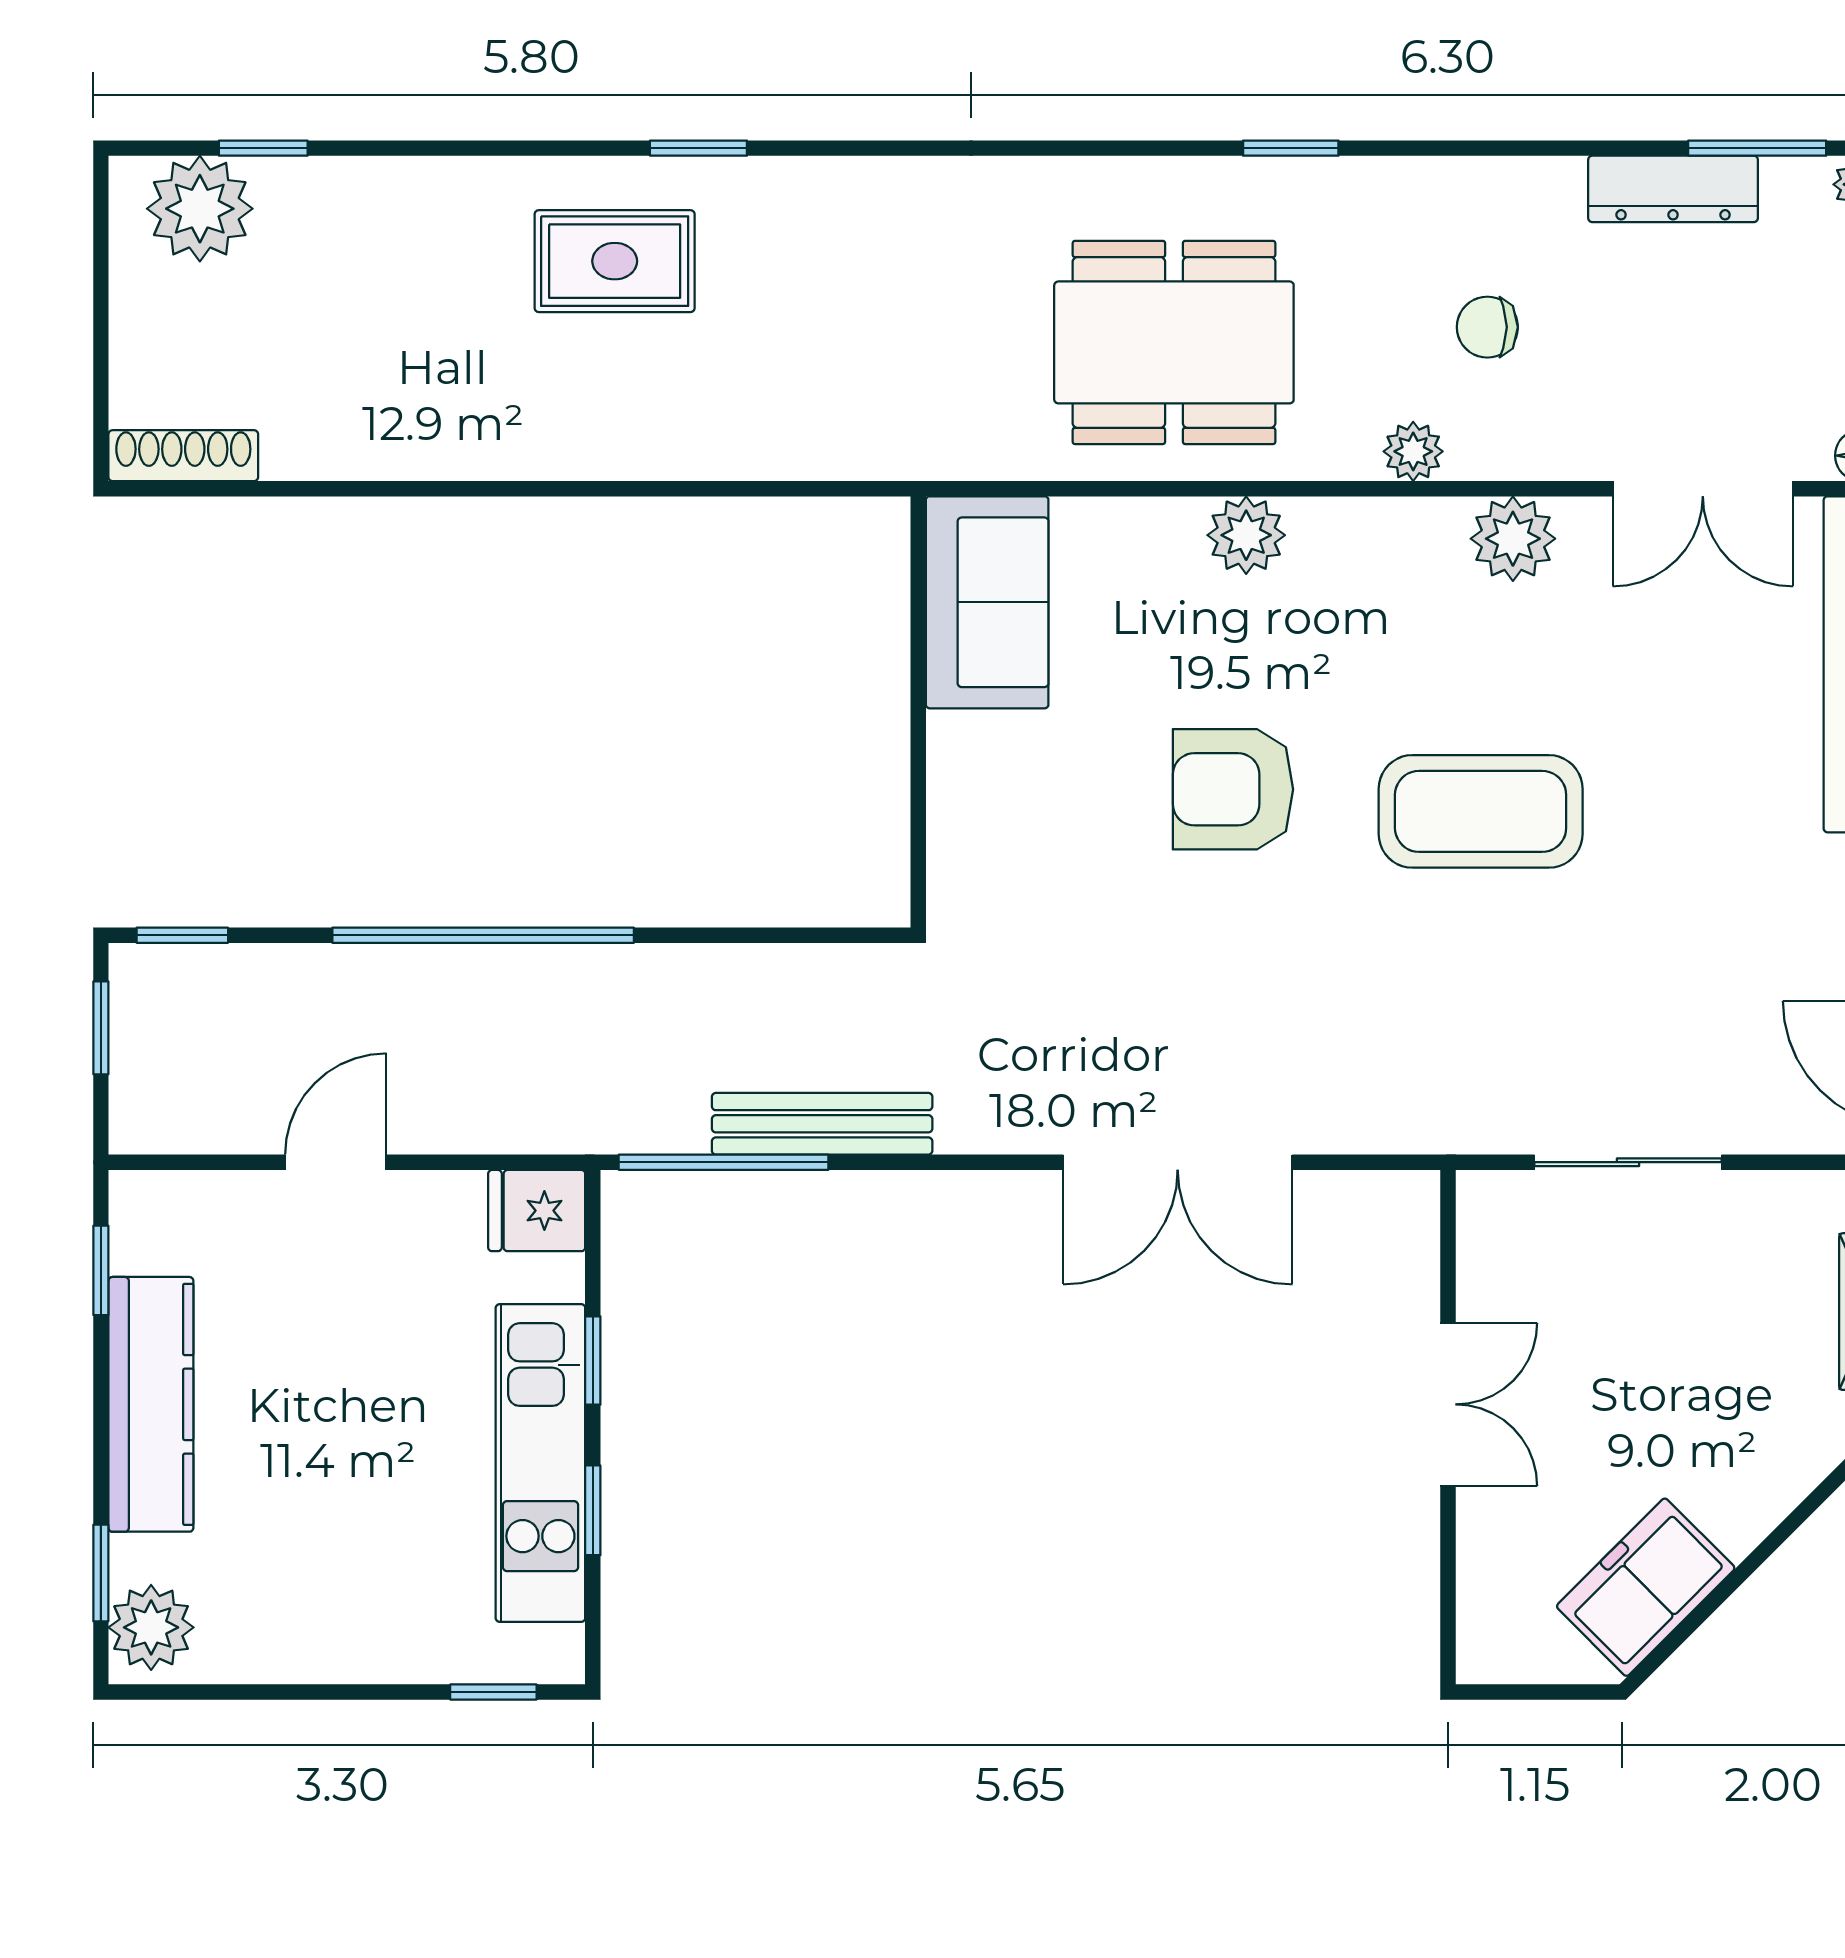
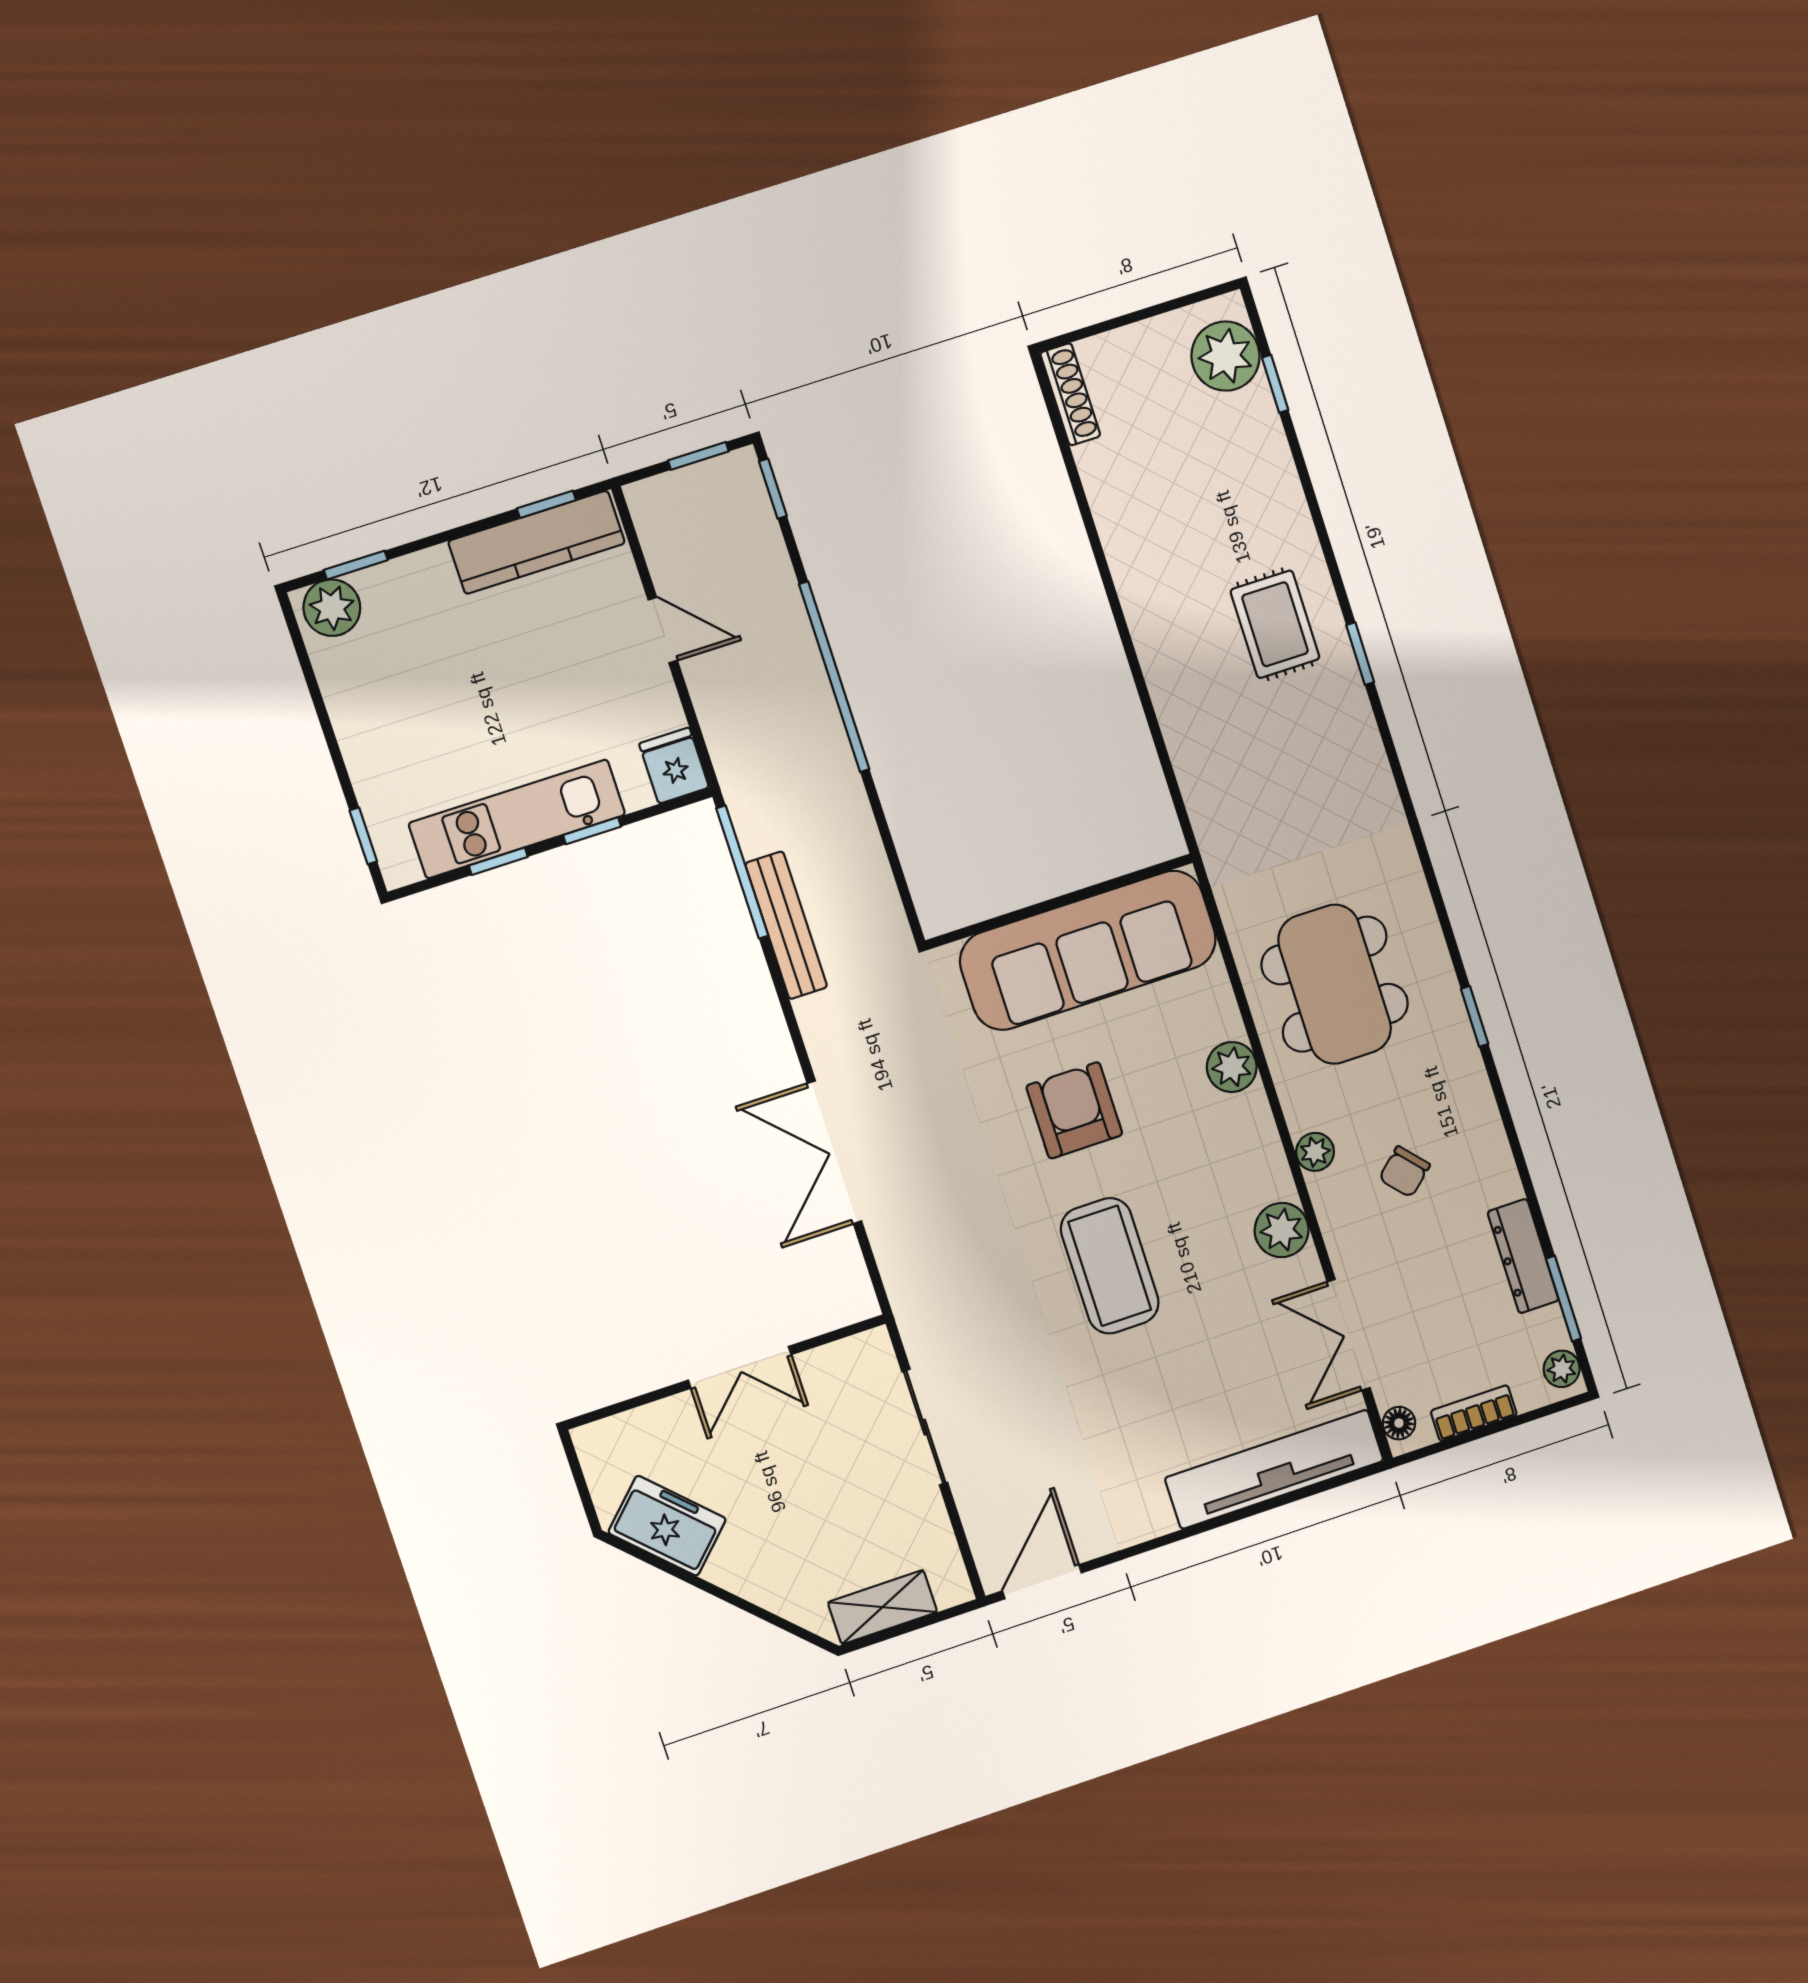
chair: (1487, 327) -> (1404, 1172), turned -132
sofa: (987, 602) -> (1088, 950), width x1.85, depth x1.27
kitchen counter: (151, 1404) -> (537, 542), moved

